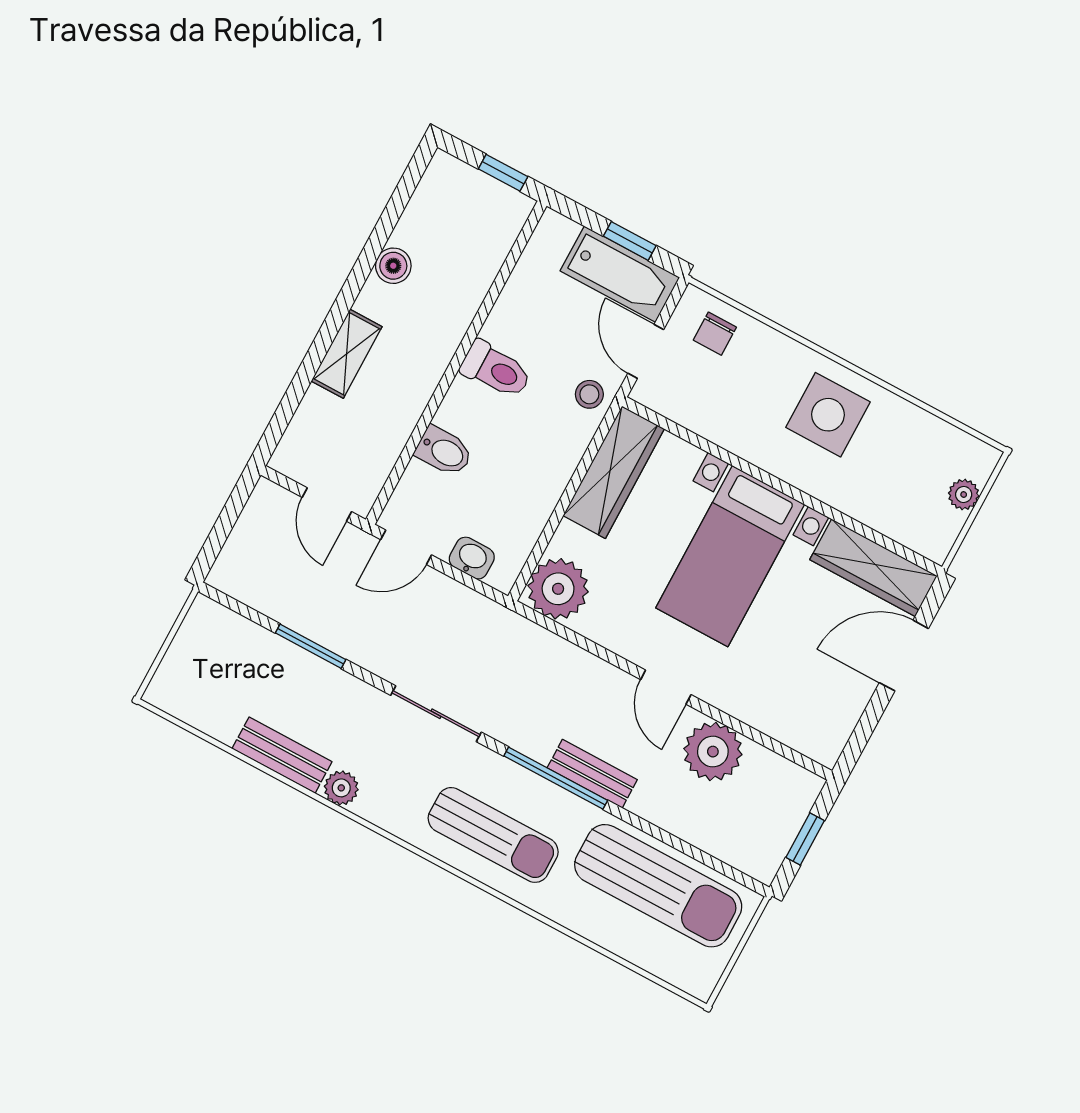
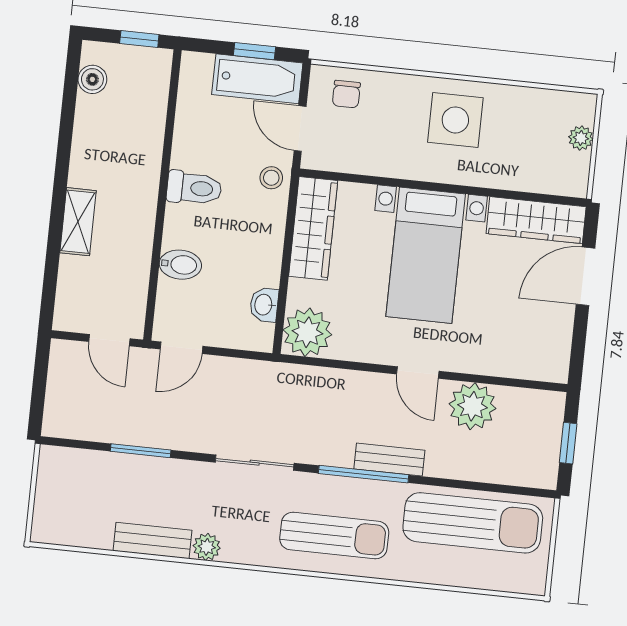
boiler: (393, 266) -> (92, 79), moved
washbasin: (472, 558) -> (264, 305), moved, turned -90

